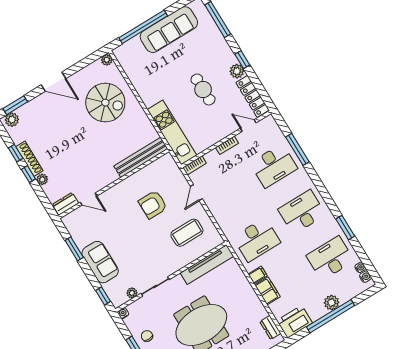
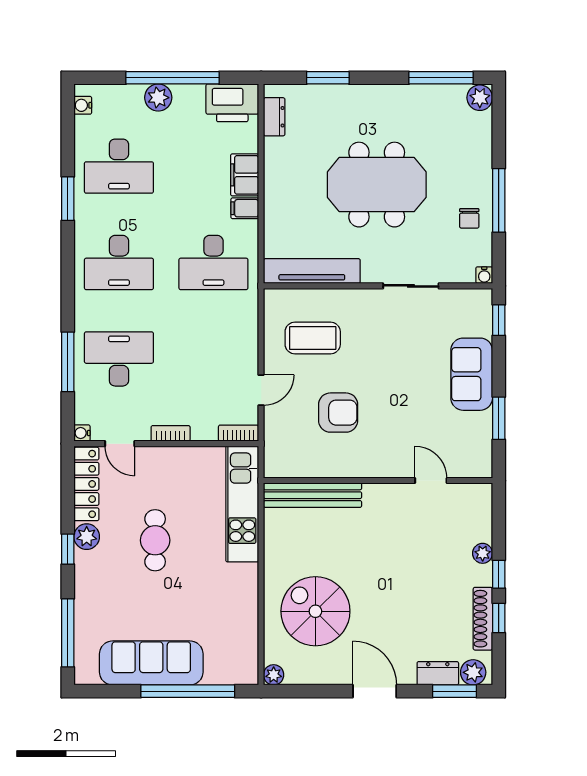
shoe rack: (29, 159) -> (483, 619), moved
dresser: (65, 204) -> (438, 673), moved, turned 180
desk: (257, 240) -> (213, 263), turned 180
water cooler: (360, 267) -> (82, 433), moved
plant: (132, 293) -> (452, 298), removed

